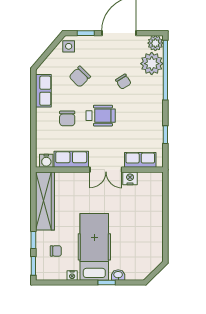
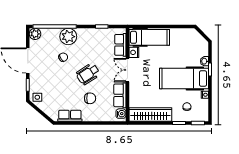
plant: (152, 64) -> (68, 37), moved
chair: (80, 77) -> (59, 89), removed
wheelchair: (101, 116) -> (88, 74), turned -123
double door: (106, 170) -> (127, 70), swing flipped
hospital bed: (151, 199) -> (149, 37), added

